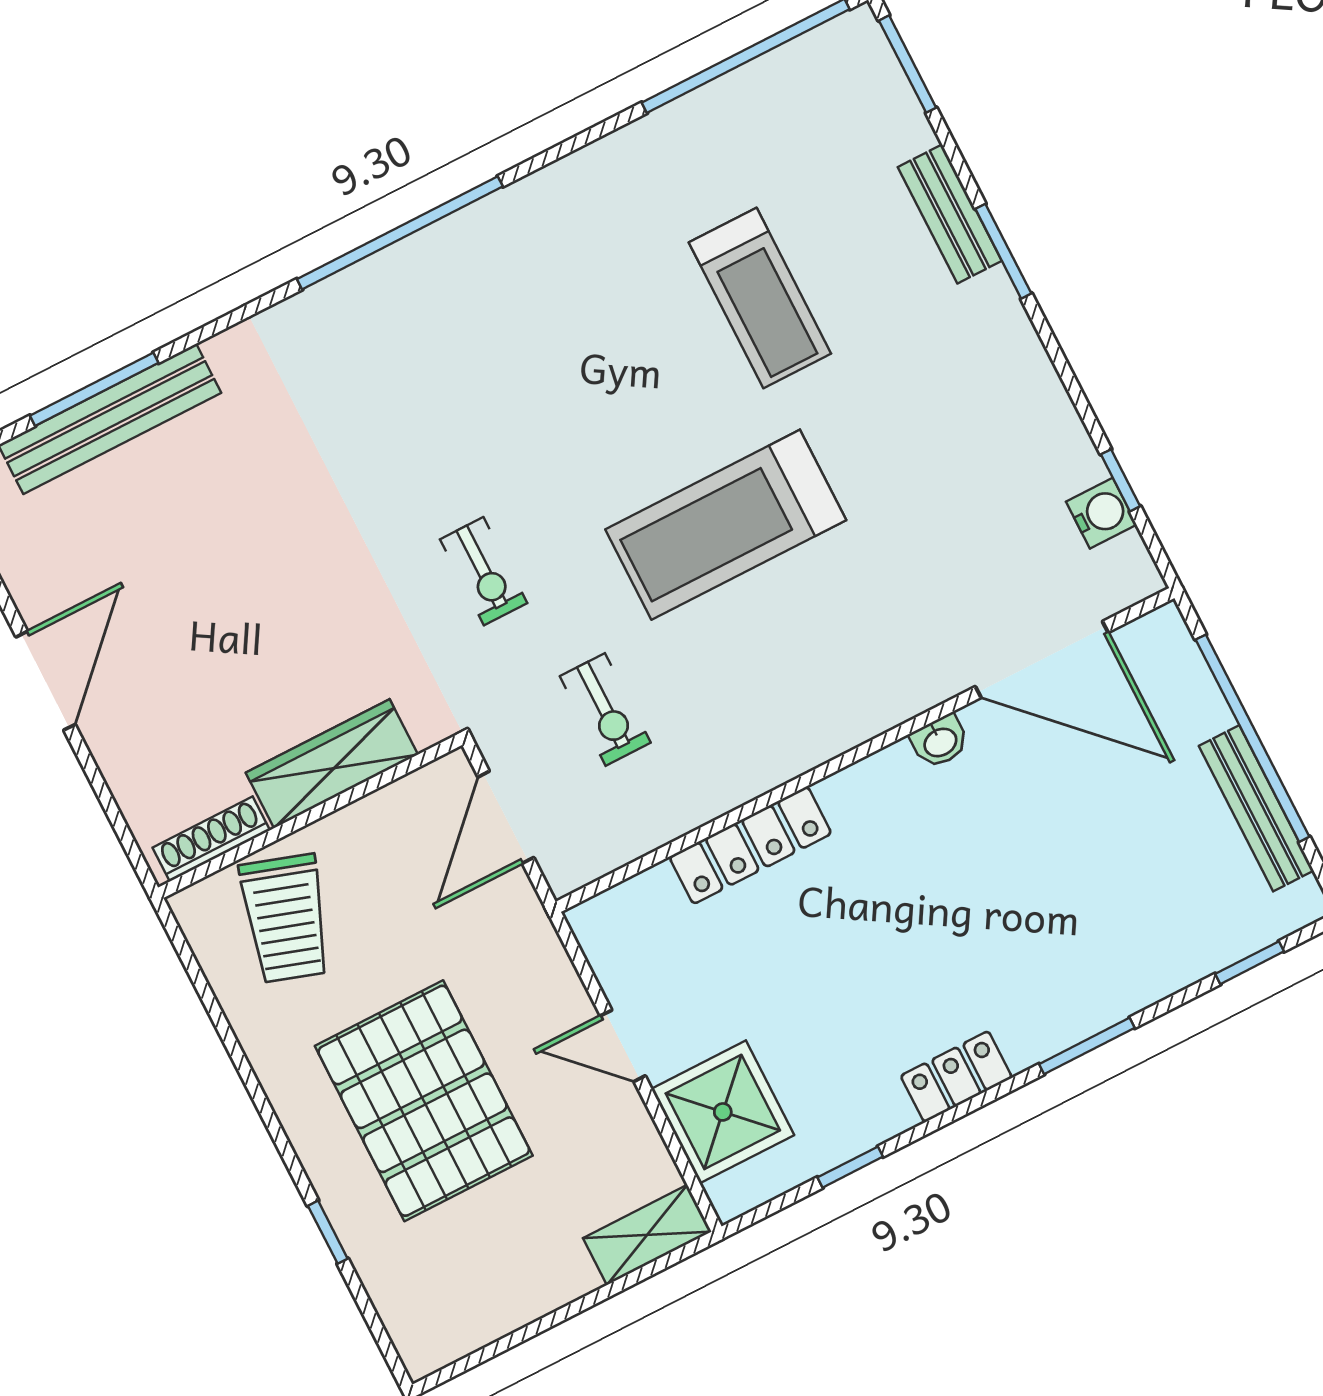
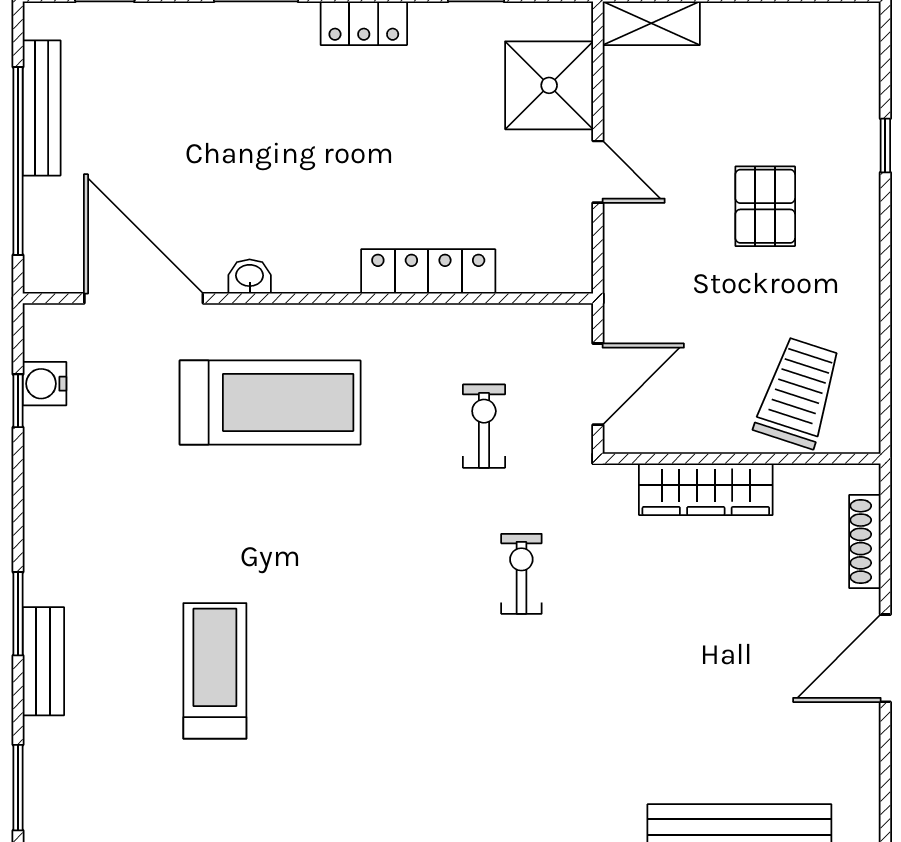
treadmill: (726, 525) -> (270, 402), moved
shoe rack: (211, 839) -> (865, 541), moved, turned 90
pallet: (424, 1101) -> (765, 206), width x0.49, depth x0.50

